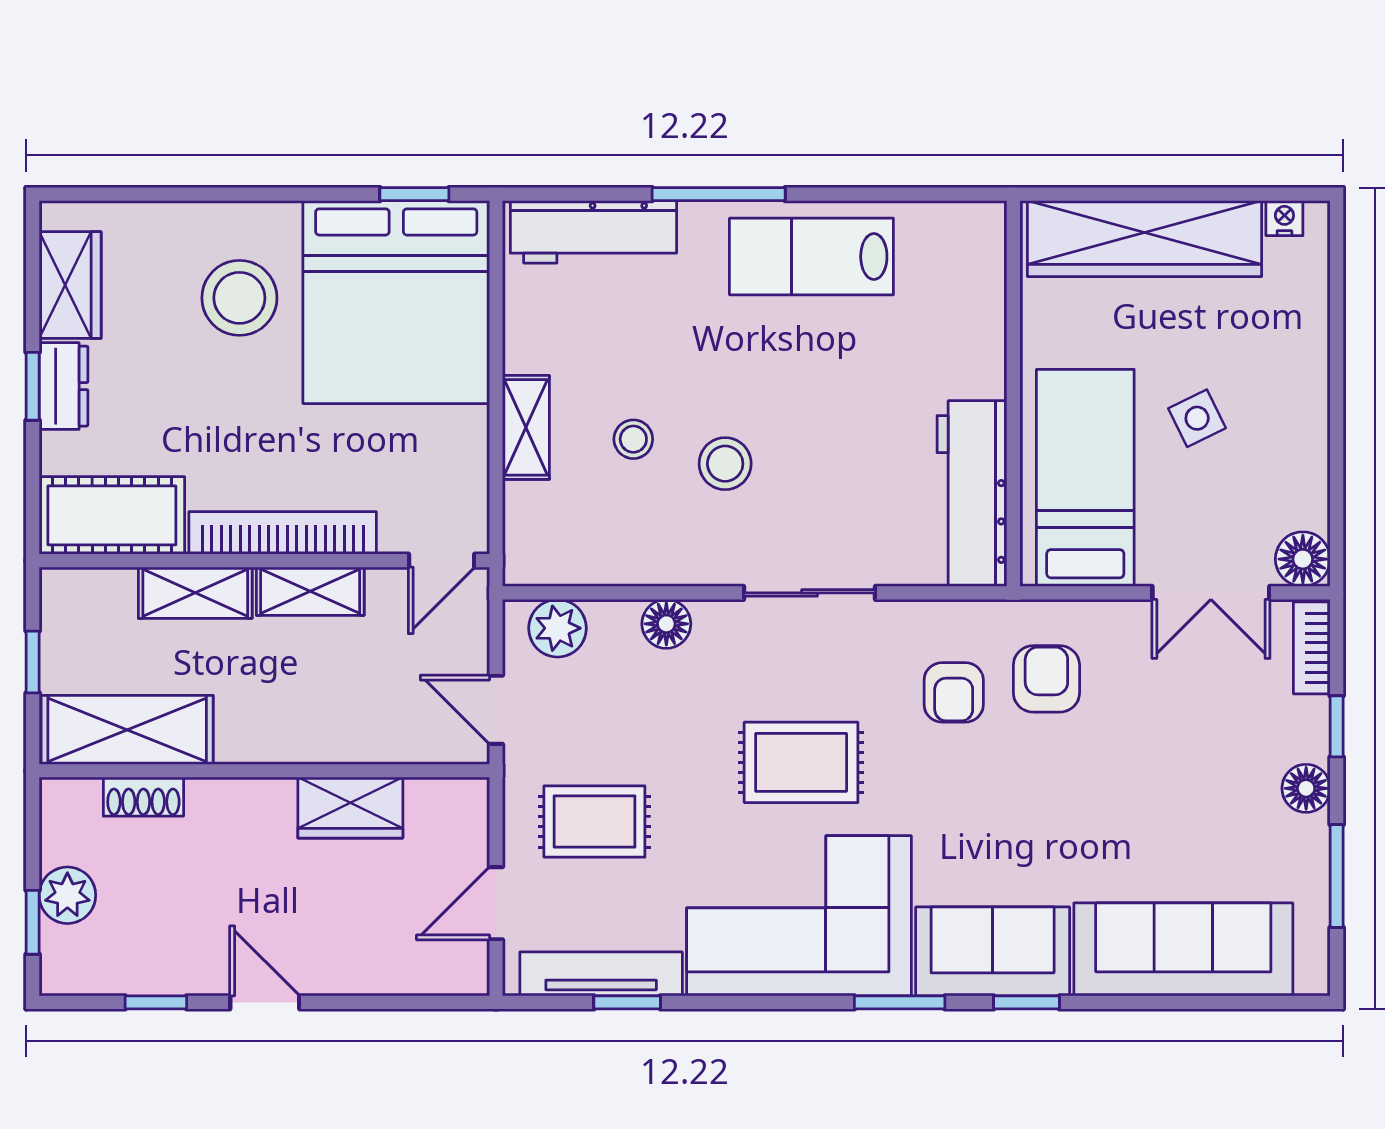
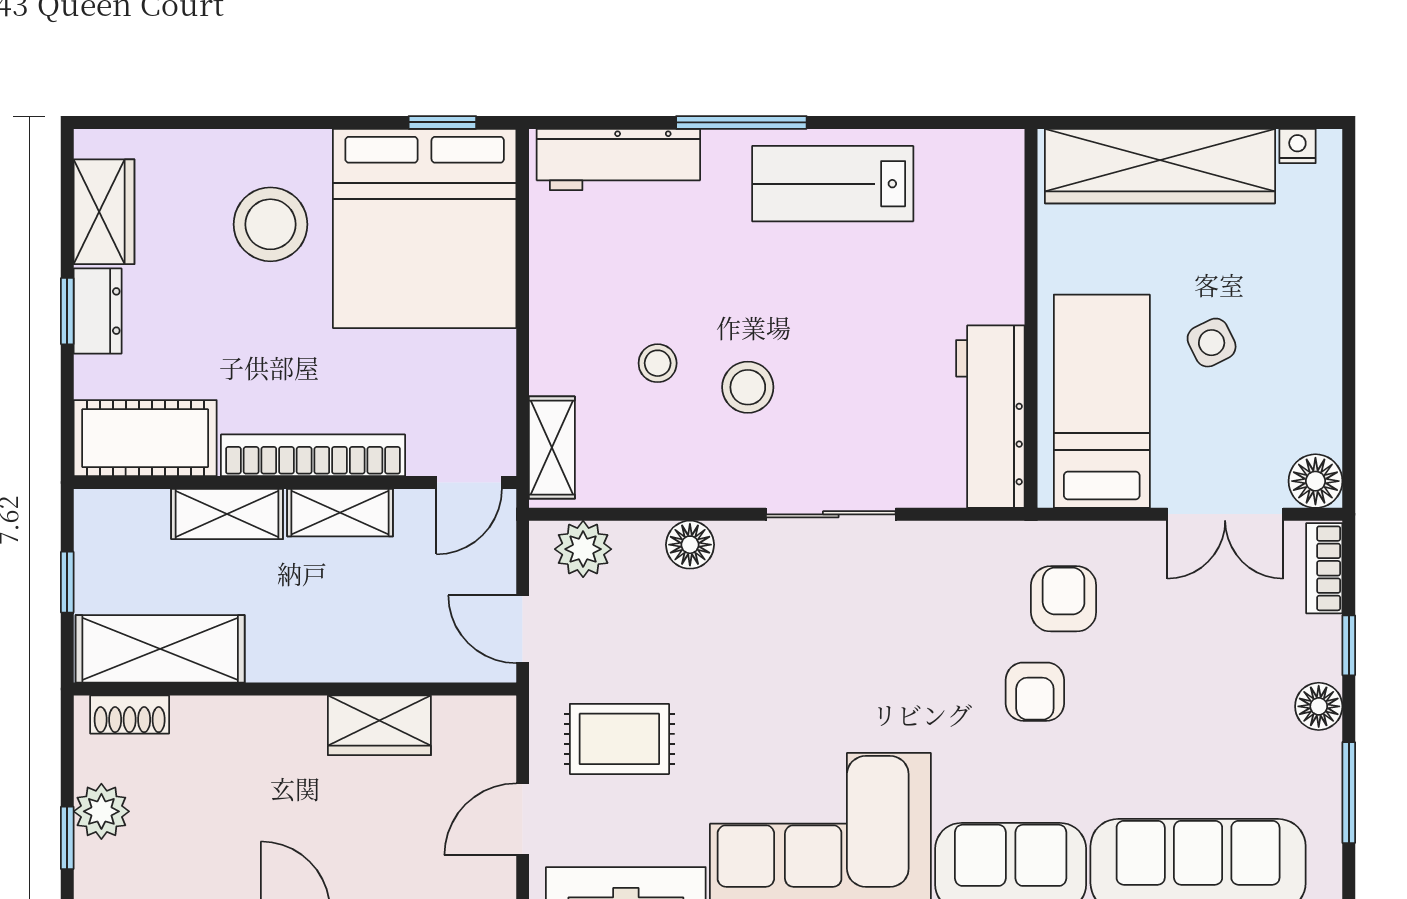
shelving: (526, 427) -> (552, 448), moved
armchair: (954, 692) -> (1035, 692), moved
rug: (801, 762) -> (822, 681), removed
shoe rack: (143, 797) -> (130, 715), moved

